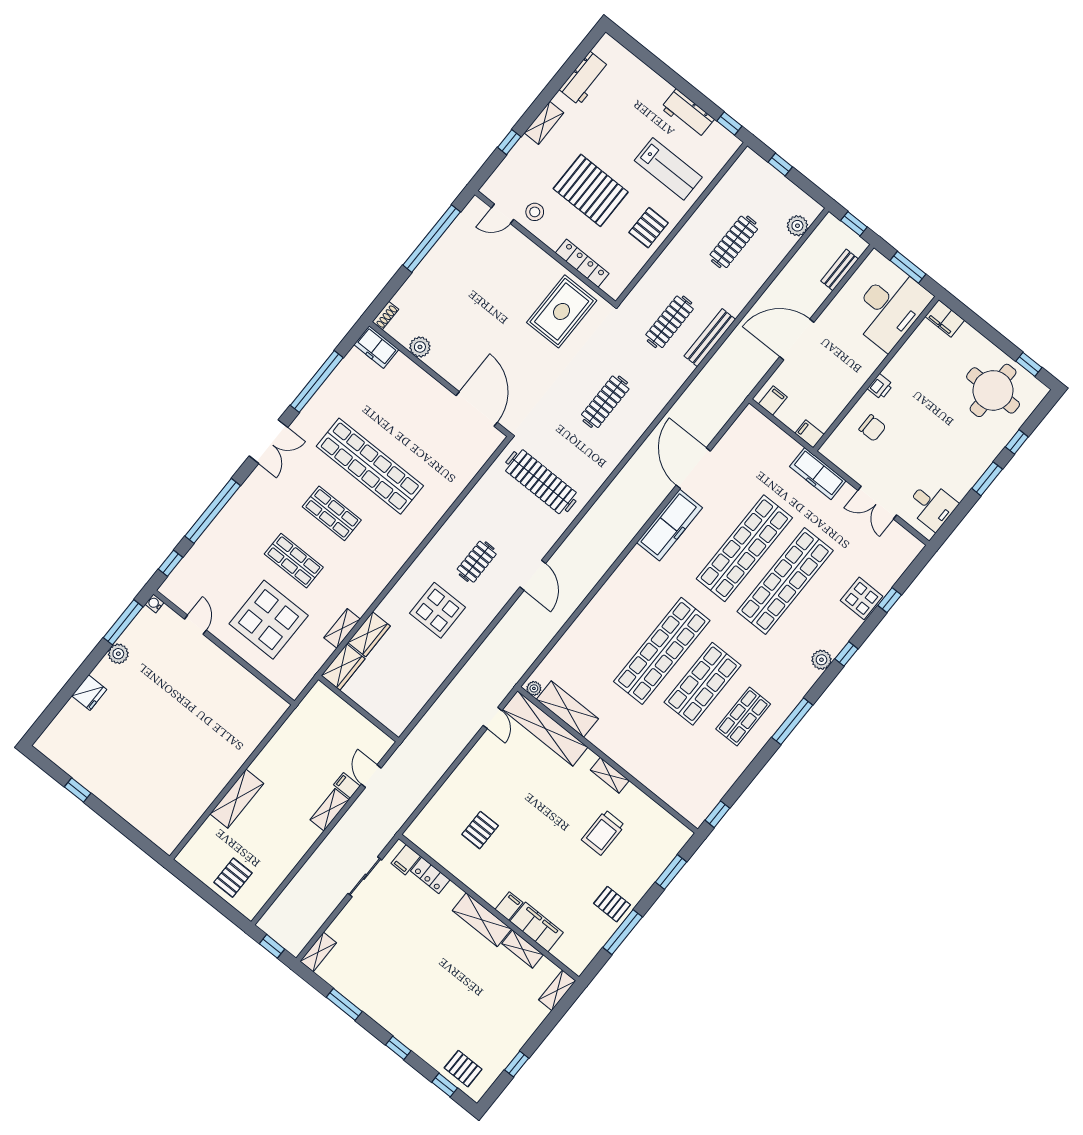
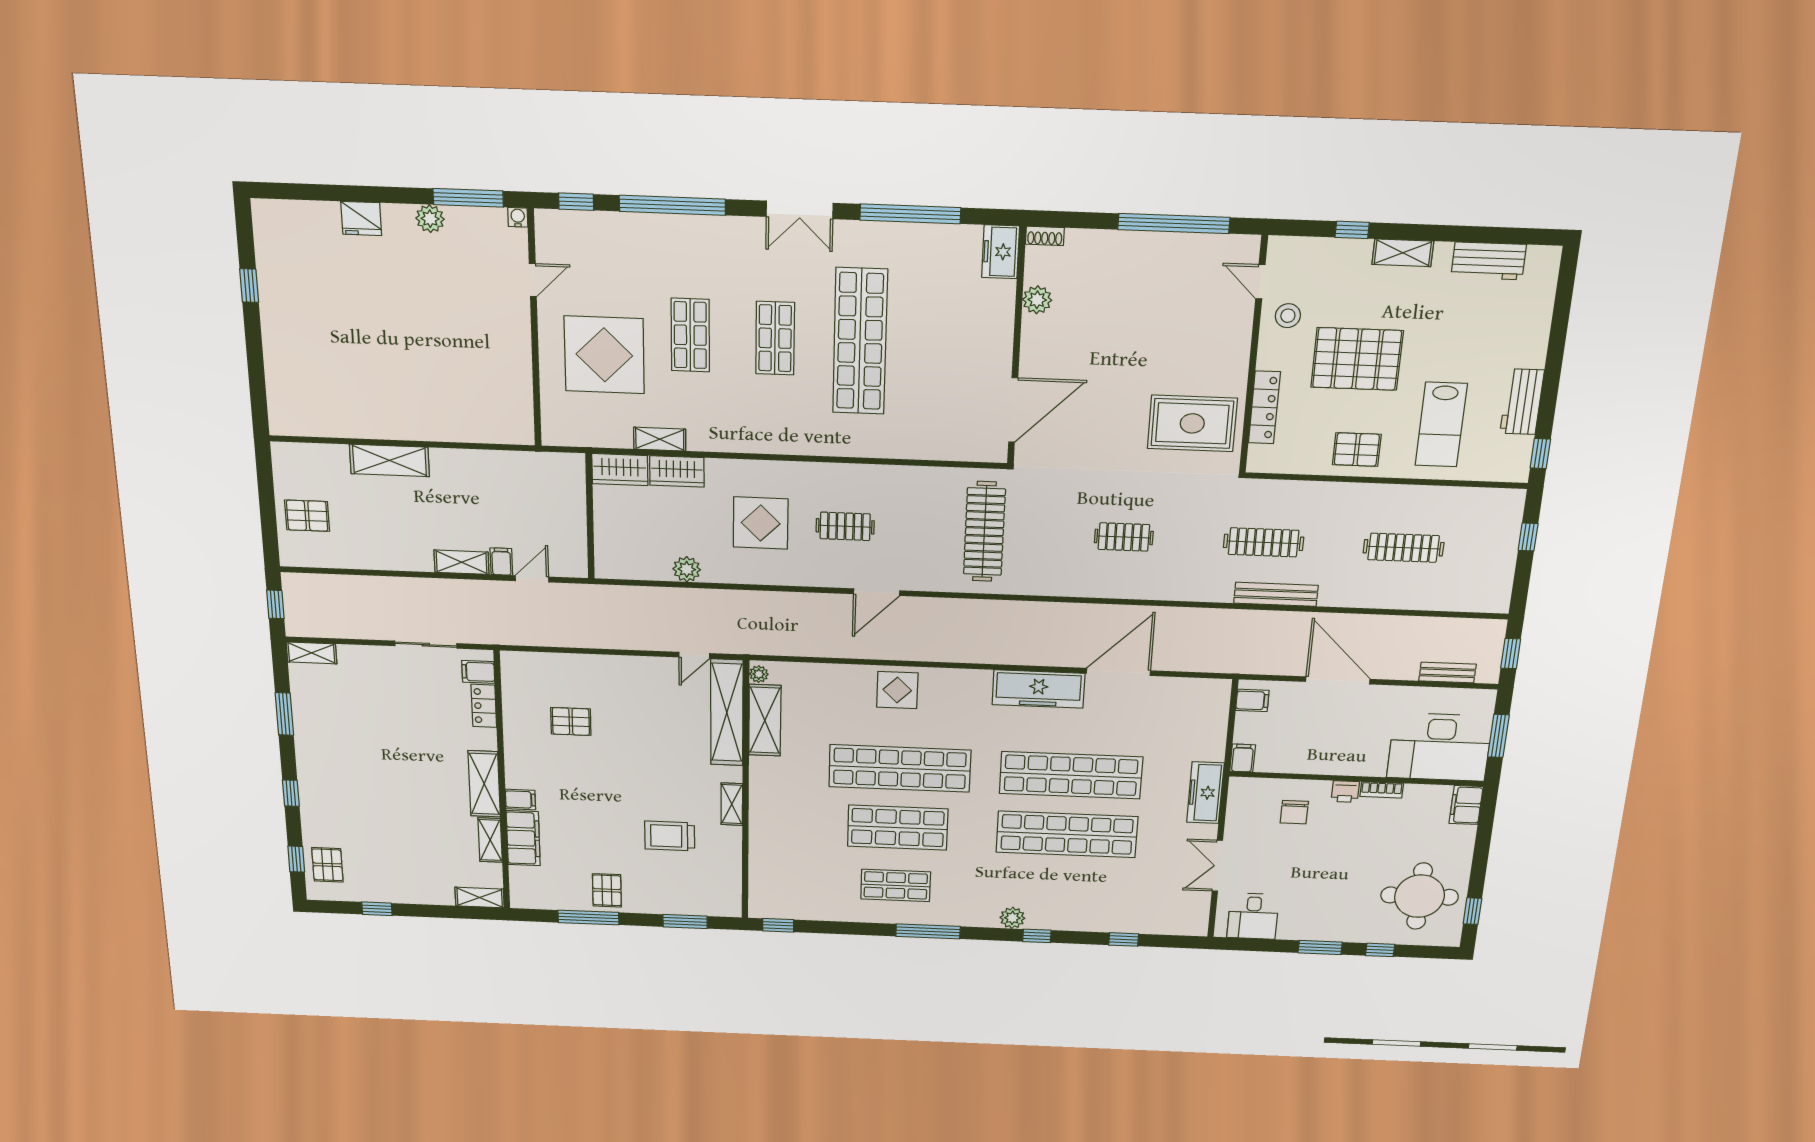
pallet: (591, 190) -> (1357, 359), turned 90
plant: (797, 226) -> (687, 569), moved
bookcase: (895, 363) -> (1382, 790), added
clothes rail: (605, 402) -> (1124, 537), width x0.73
display table: (862, 598) -> (897, 690), moved

